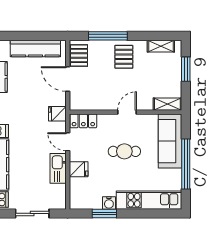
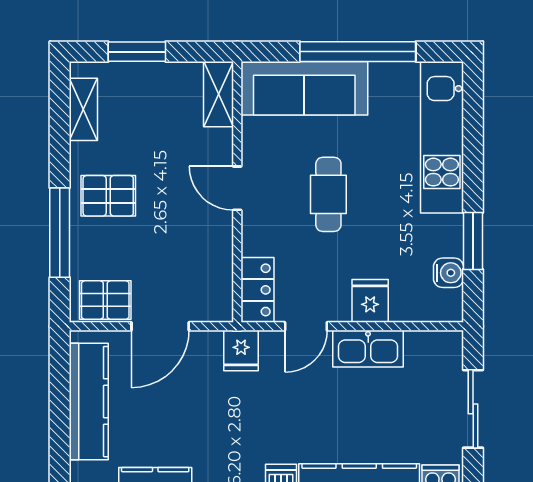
water cooler: (109, 203) -> (448, 273), moved

